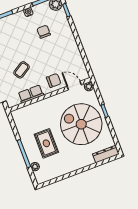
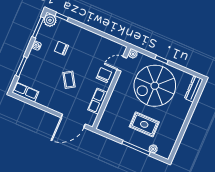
coffee table: (22, 70) -> (69, 80), moved

